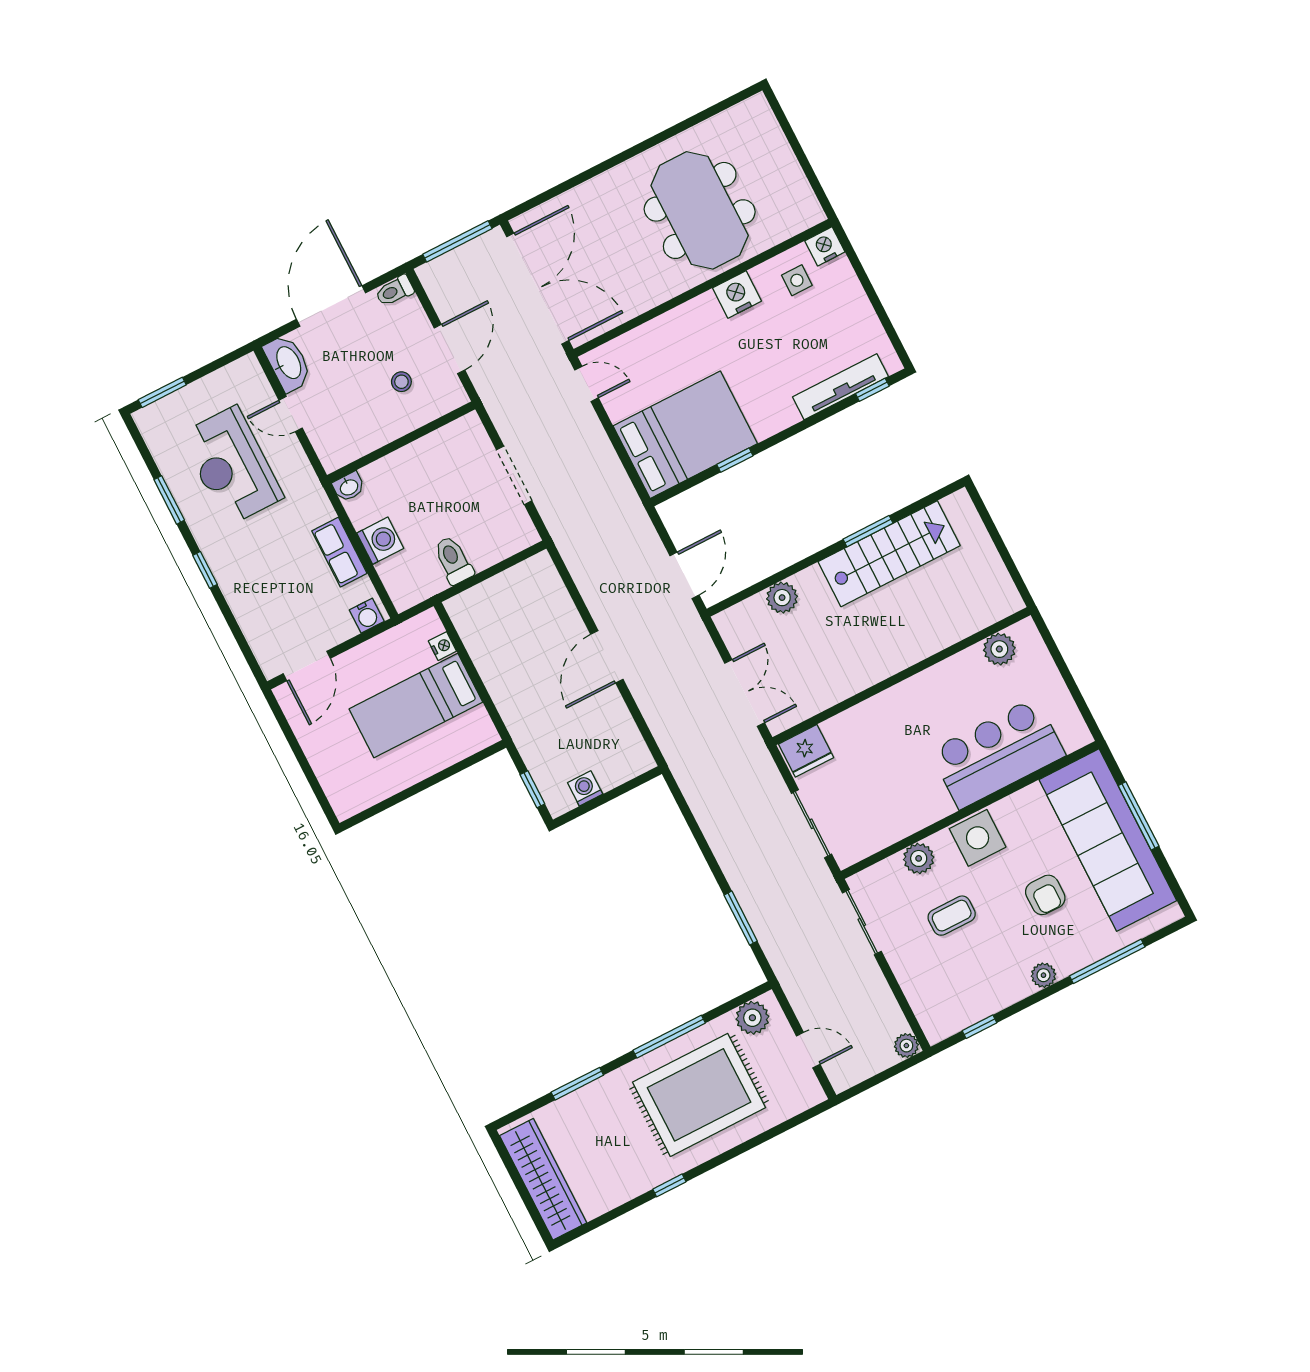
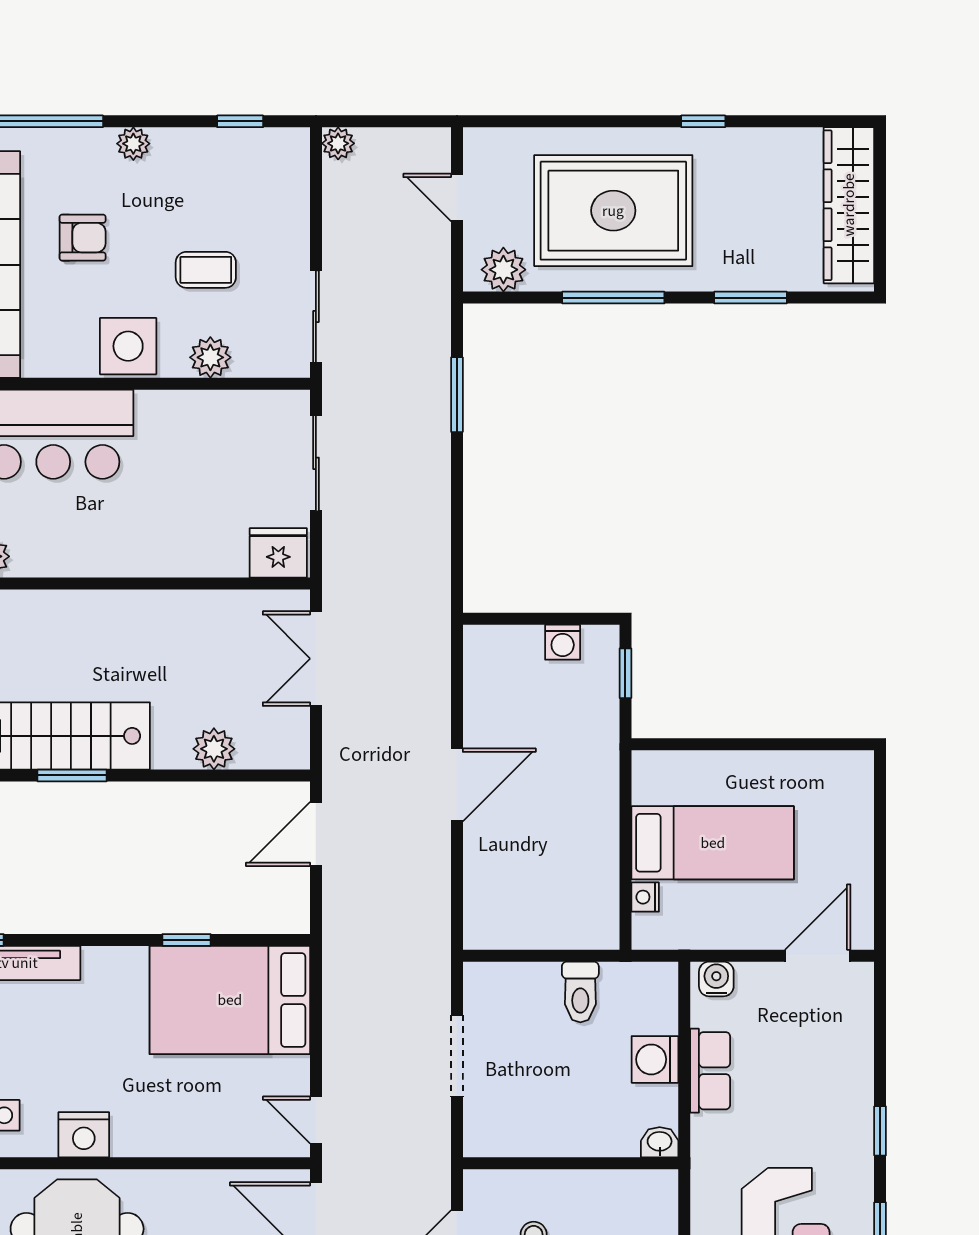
armchair: (1045, 895) -> (83, 238), turned 90

